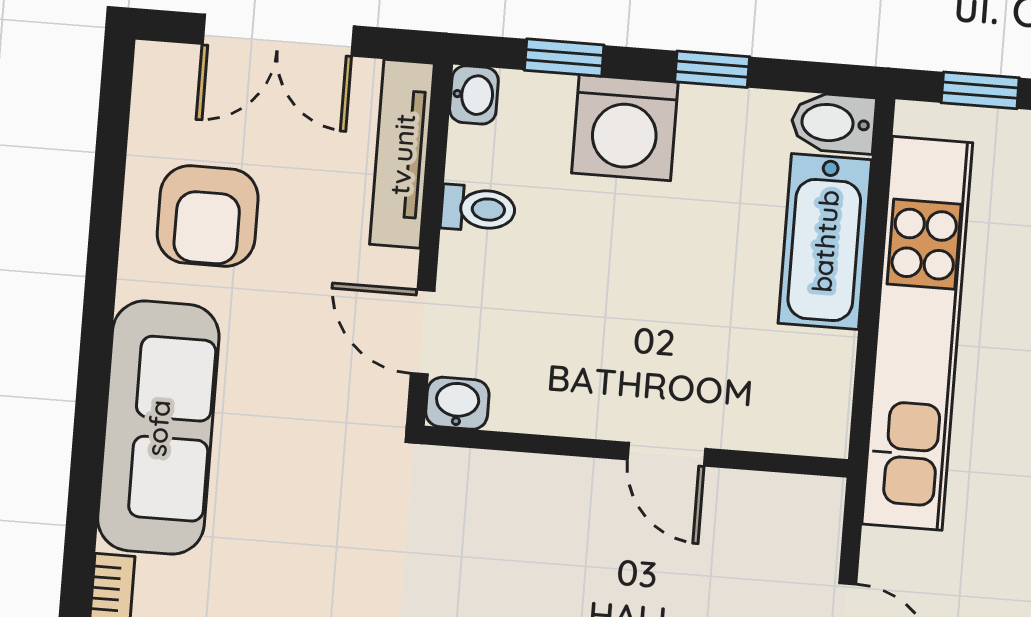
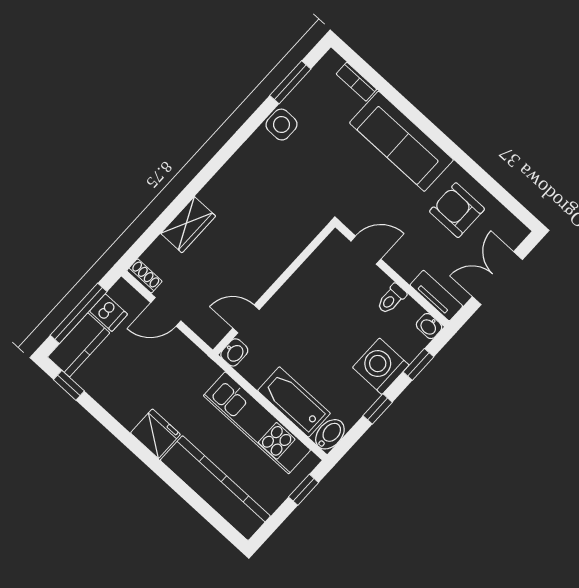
tv unit: (402, 154) -> (436, 296), width x0.71
kitchen unit: (917, 333) -> (257, 423), width x0.73
washbasin: (457, 403) -> (234, 352), moved
door: (666, 454) -> (246, 319), moved

